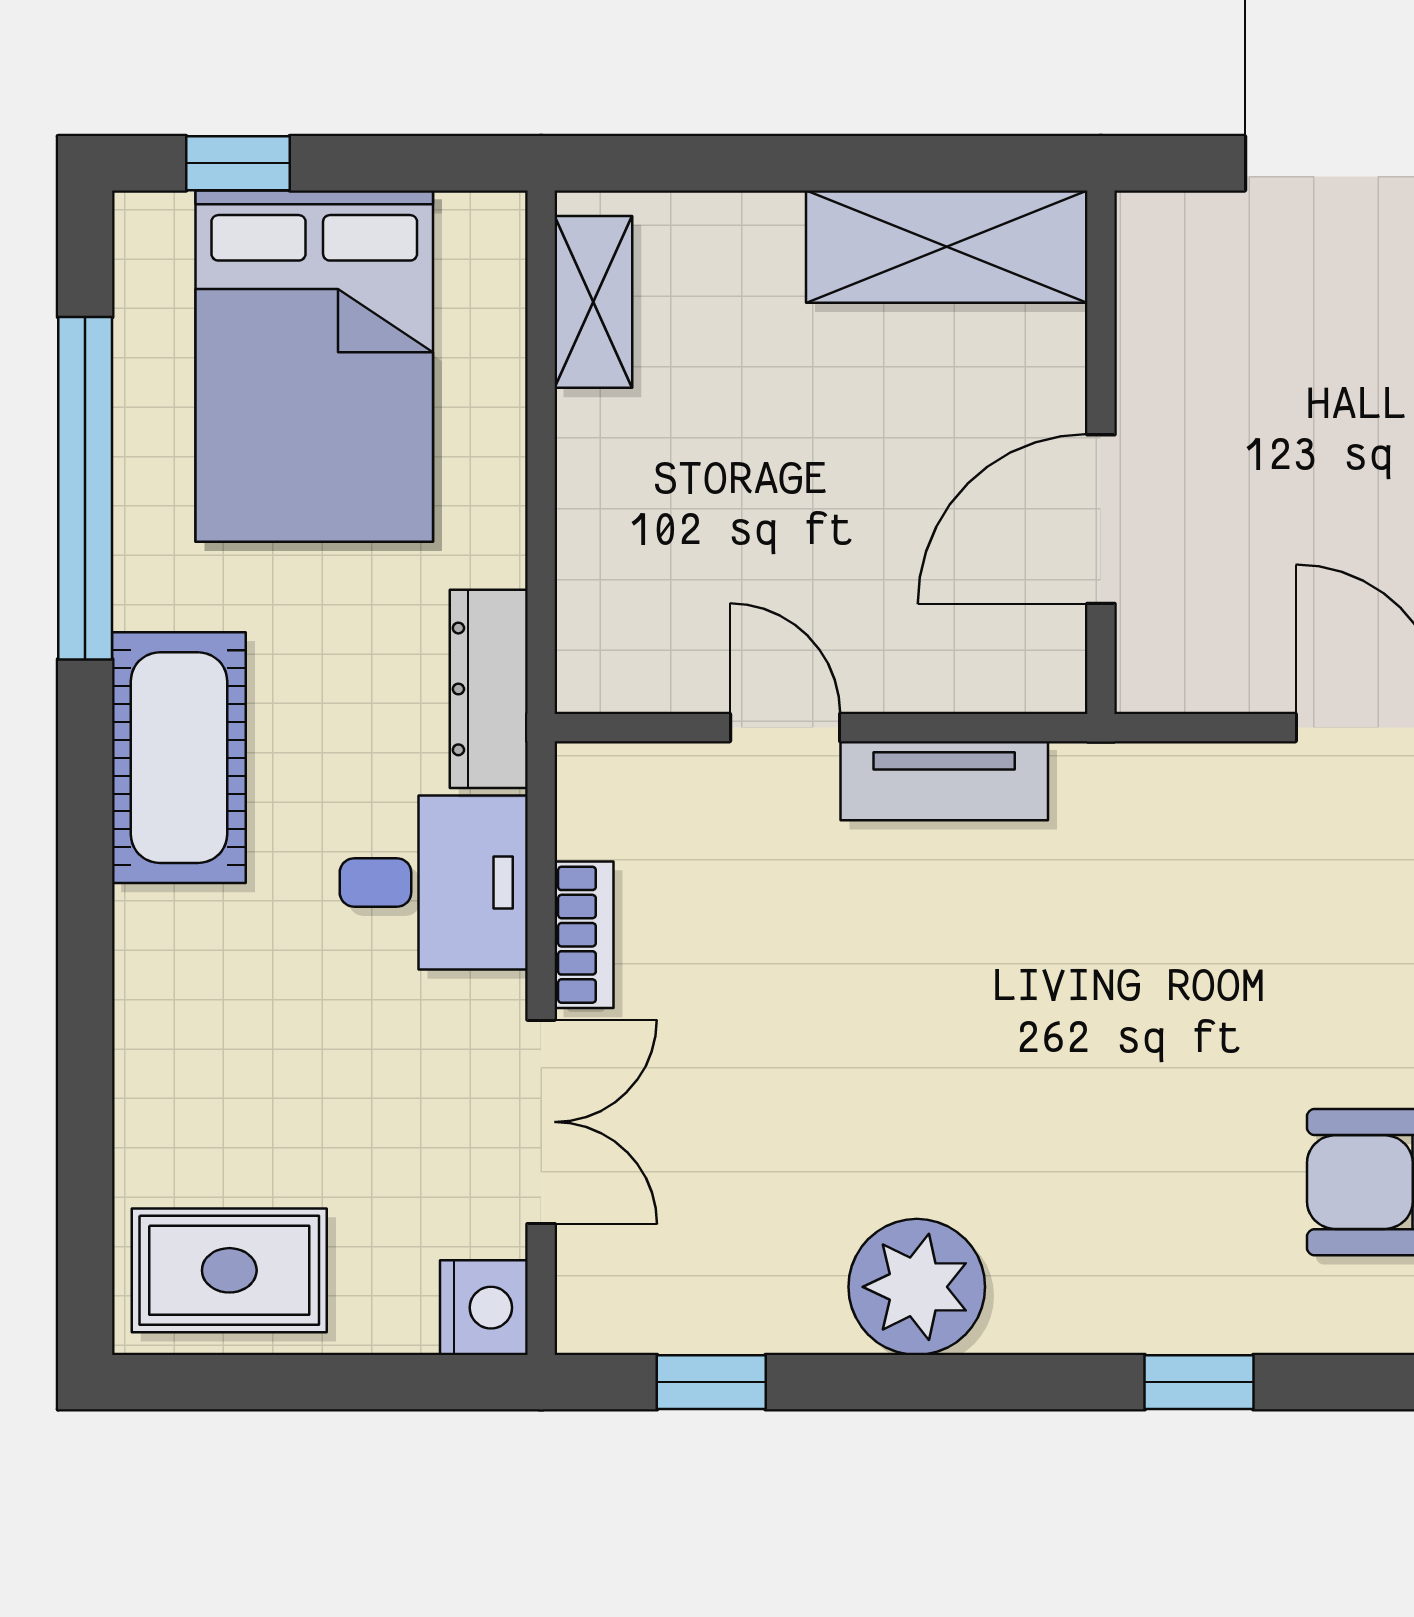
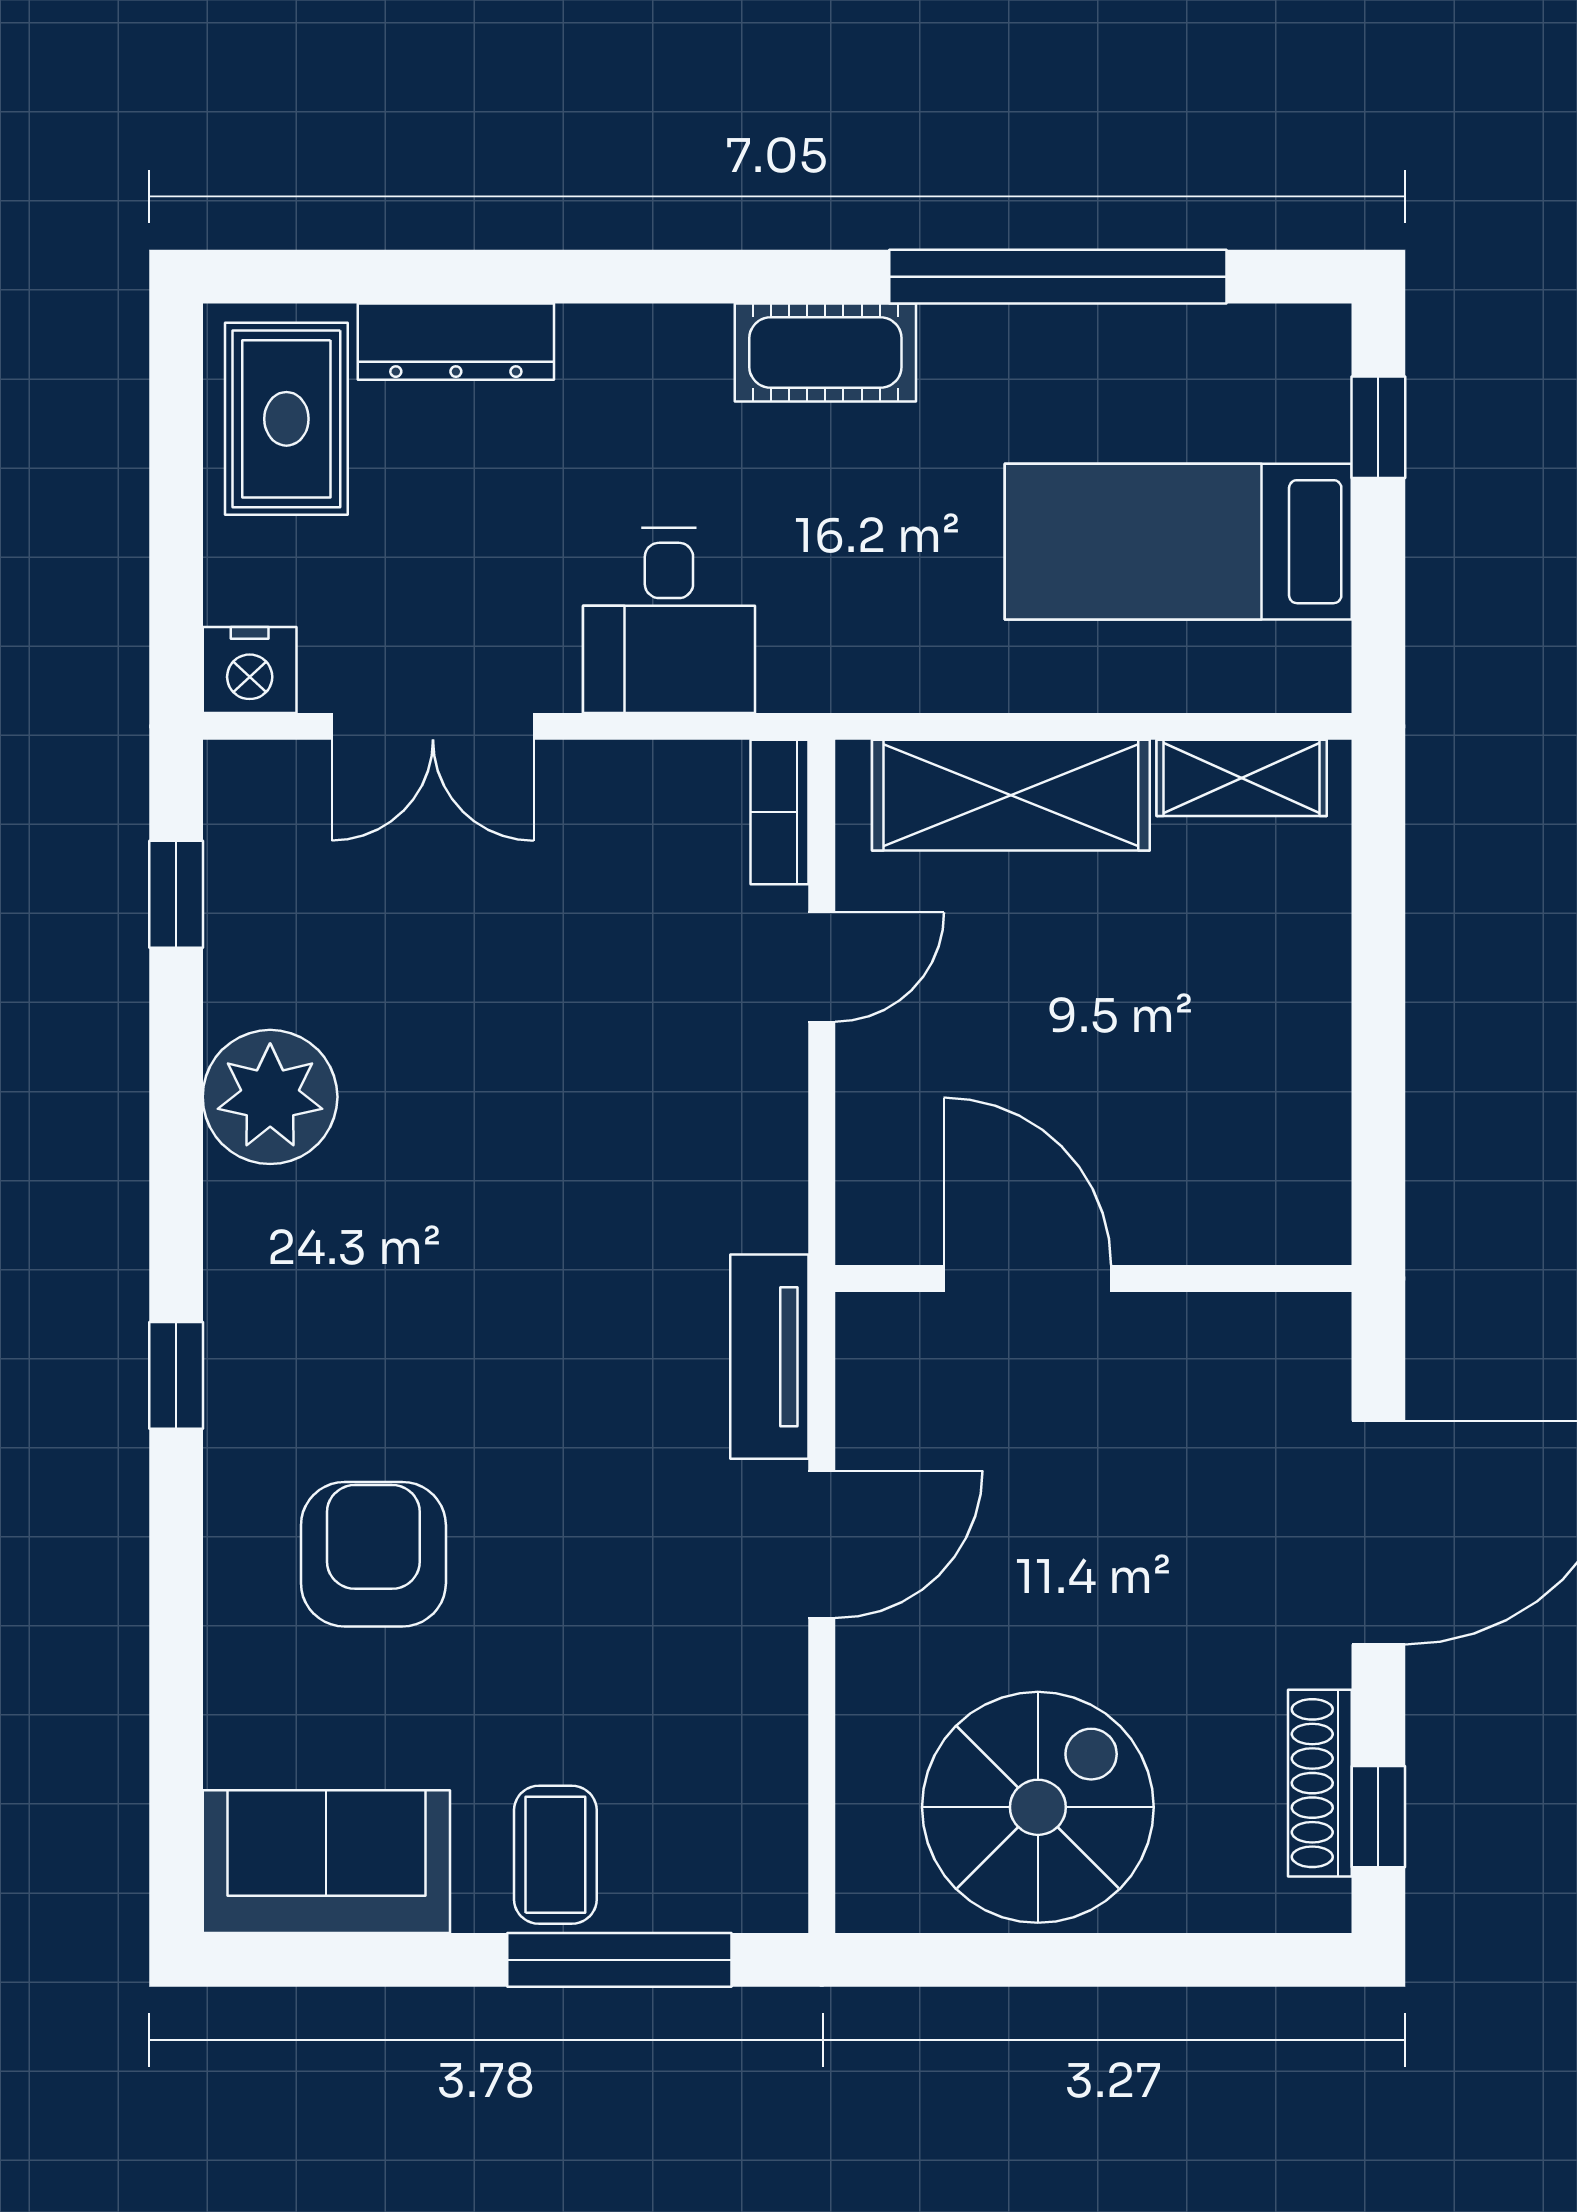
shelving: (947, 247) -> (1011, 795), moved, turned 90
bed: (314, 366) -> (1178, 542), width x0.67
dresser: (489, 689) -> (456, 342), moved, turned 180
cot: (179, 758) -> (825, 353), width x0.73, depth x0.75
tv unit: (944, 781) -> (769, 1357), moved
bookcase: (584, 935) -> (779, 812), moved, turned 90

